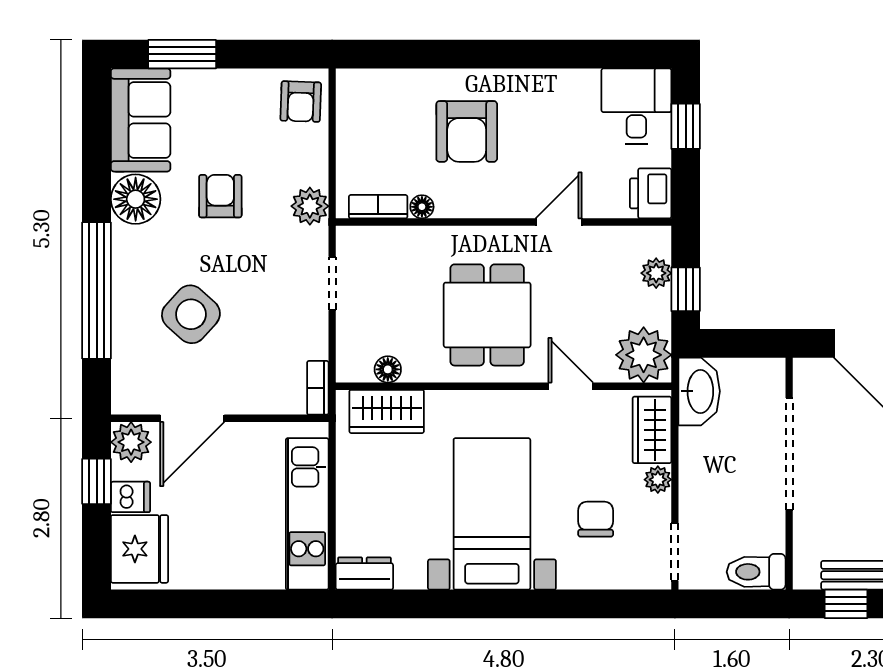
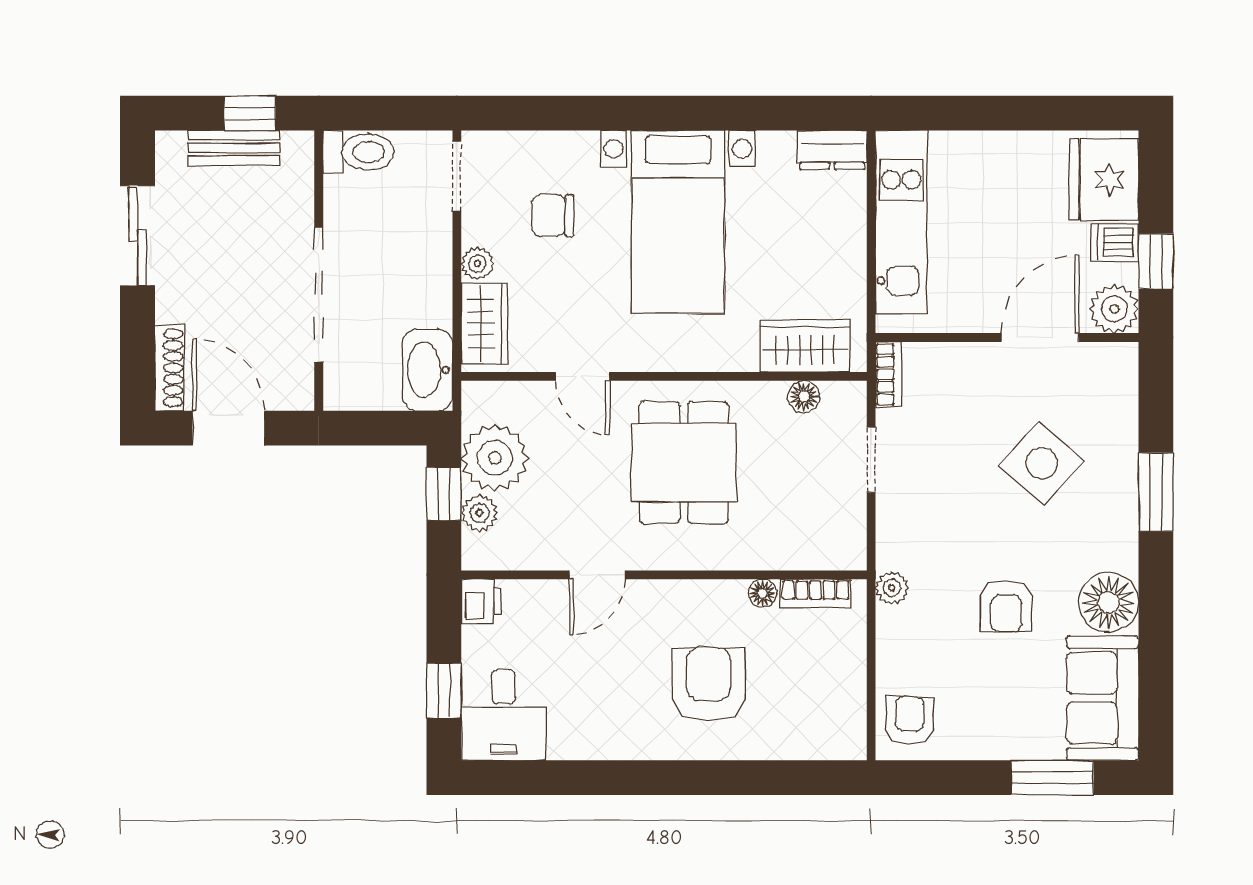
printer: (651, 193) -> (481, 601), width x0.73, depth x0.81
plant: (310, 206) -> (892, 588), width x0.73, depth x0.73
doorway: (332, 283) -> (871, 460), moved
window: (97, 291) -> (1156, 492), width x0.47
plant: (644, 355) -> (495, 458), moved
chair: (596, 519) -> (553, 216), turned 90

